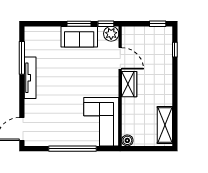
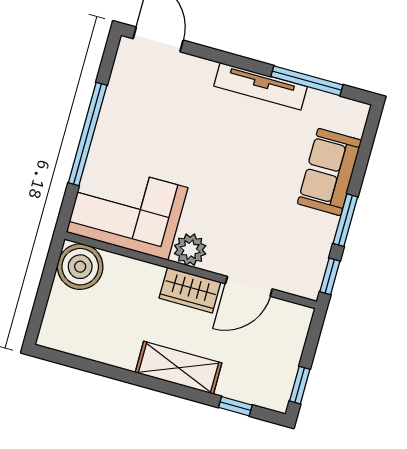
plant: (111, 34) -> (190, 250), moved
sofa: (79, 37) -> (329, 172), moved
shelving: (165, 125) -> (179, 368), moved
boiler: (127, 140) -> (80, 267), width x1.86, depth x1.86

